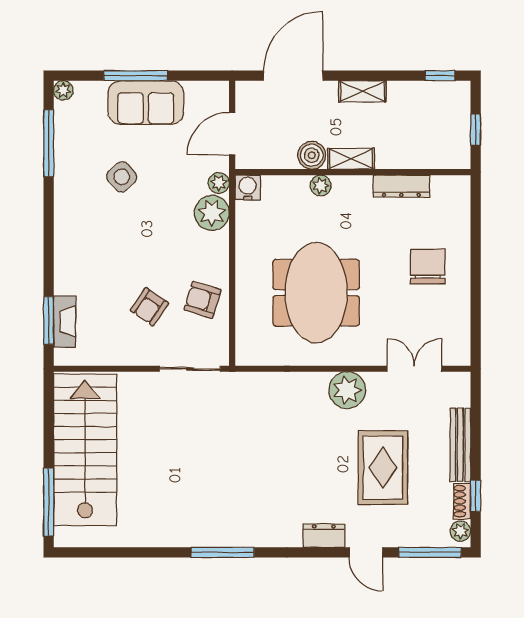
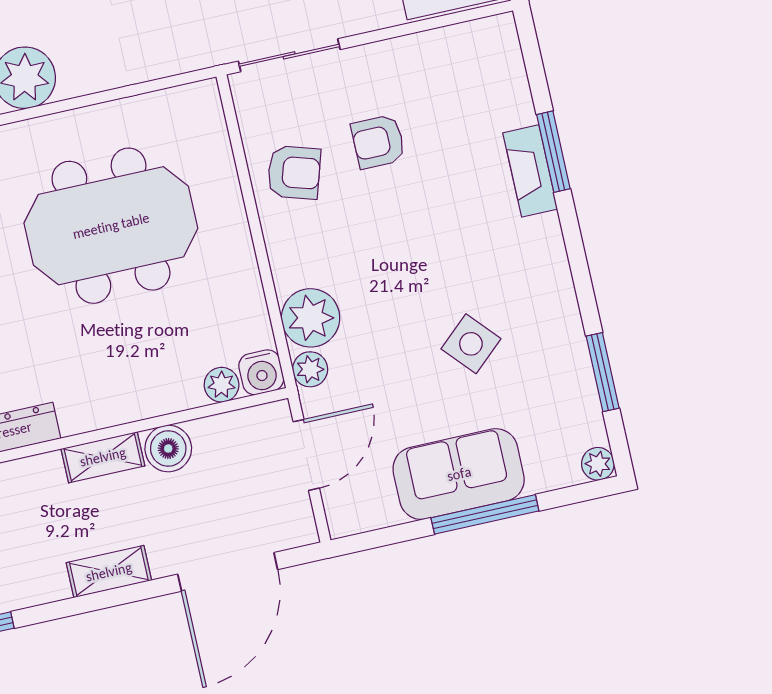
window: (49, 143) -> (603, 372), width x0.69
plant: (321, 186) -> (222, 385), moved
meeting table: (316, 293) -> (111, 226), turned 90
armchair: (149, 307) -> (378, 142), turned -124
window: (49, 320) -> (553, 152), moved
fireplace: (65, 322) -> (530, 171), moved

